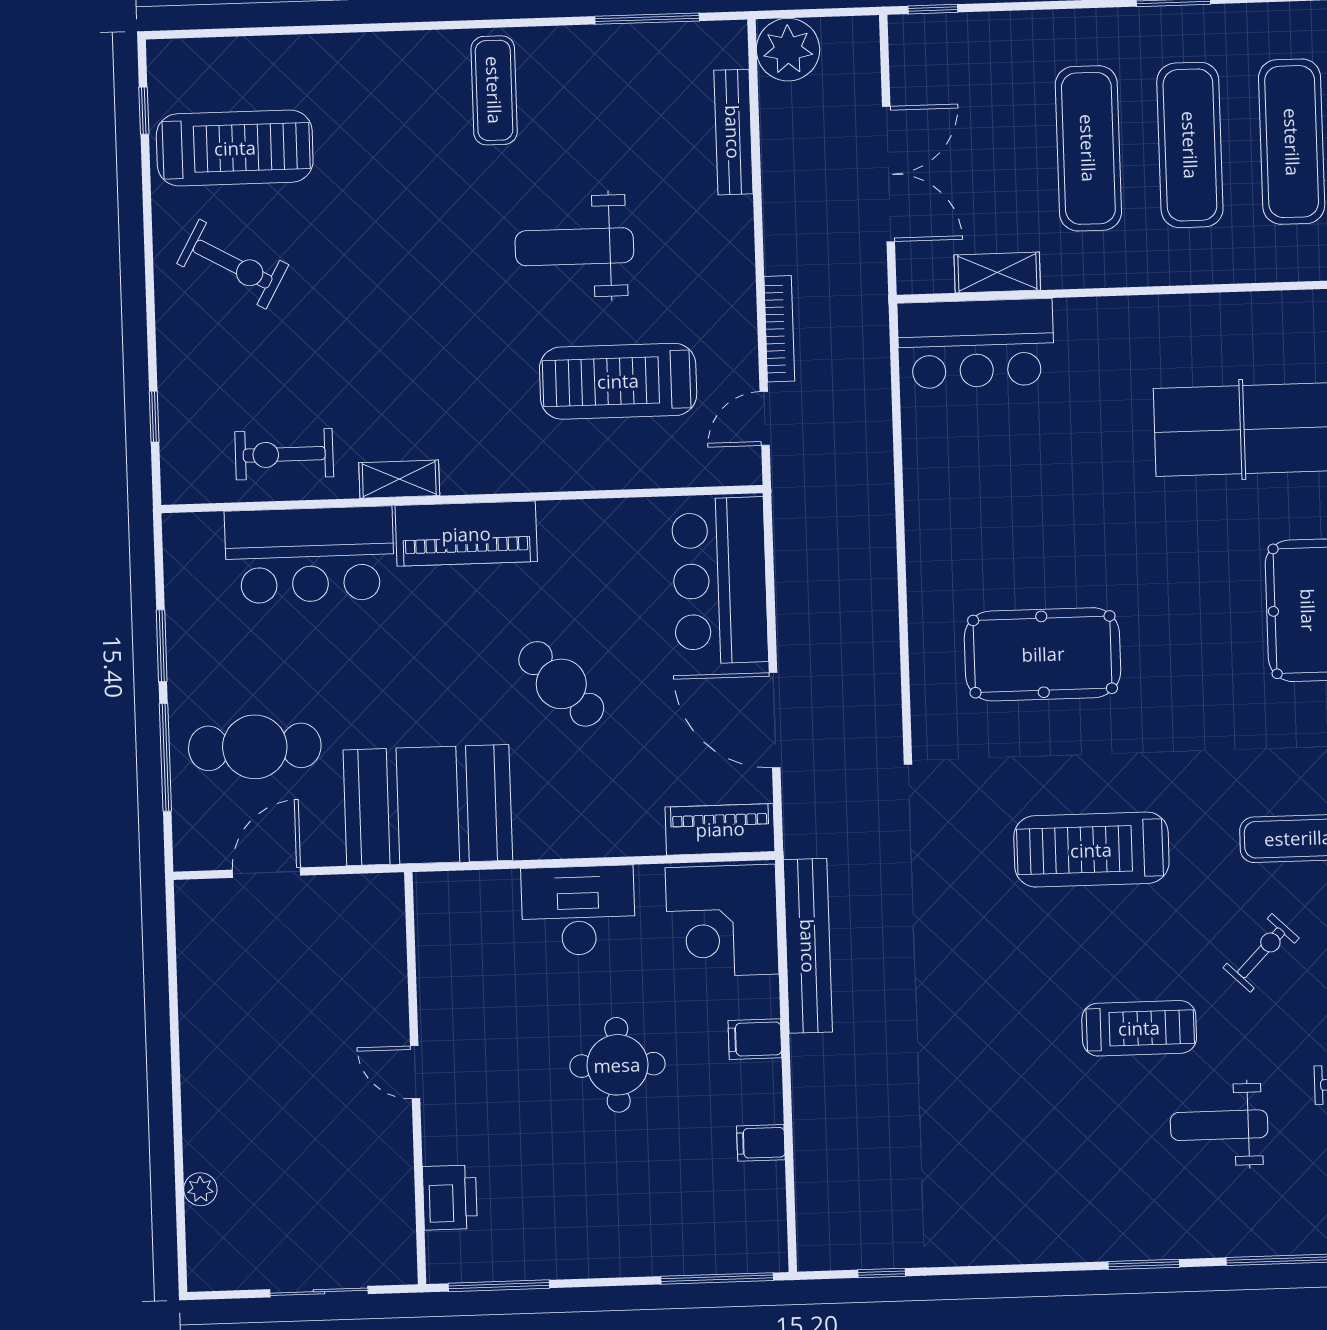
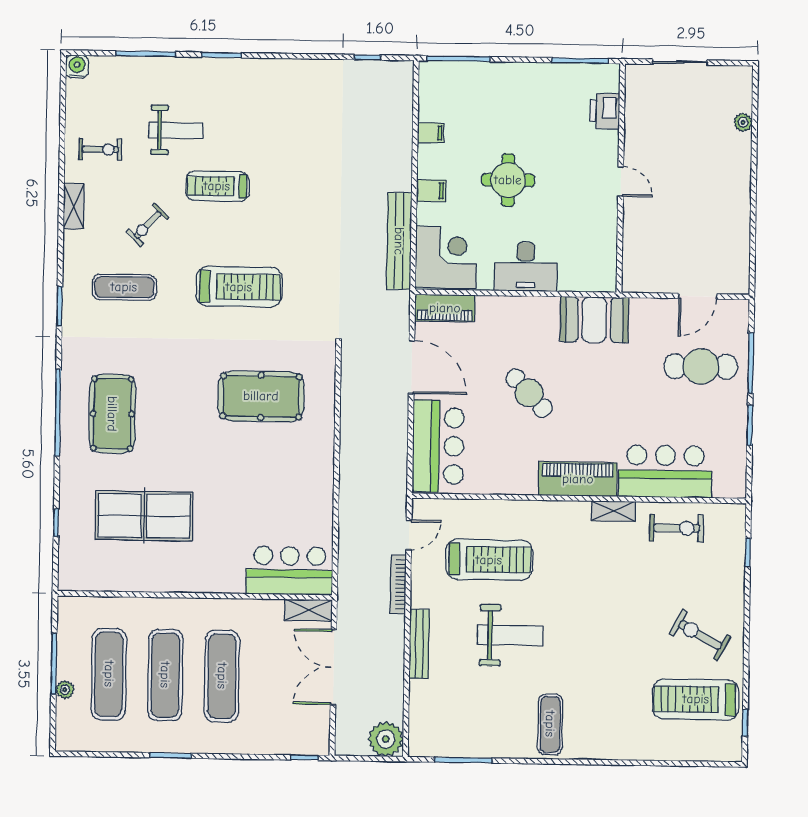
bench: (733, 132) -> (419, 644), moved
shelving: (997, 272) -> (308, 610), moved
booth: (428, 805) -> (594, 320), width x0.73, depth x0.70

